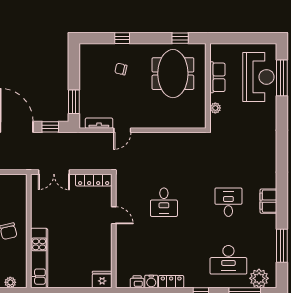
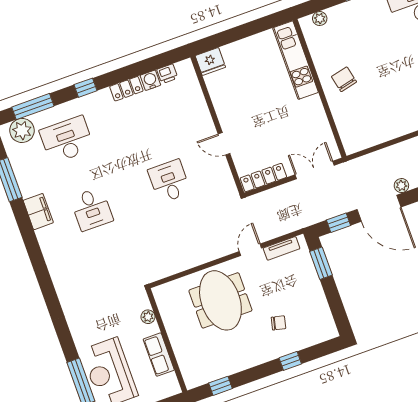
meeting table: (173, 74) -> (220, 300), moved
filing cabinet: (268, 201) -> (38, 212), moved

